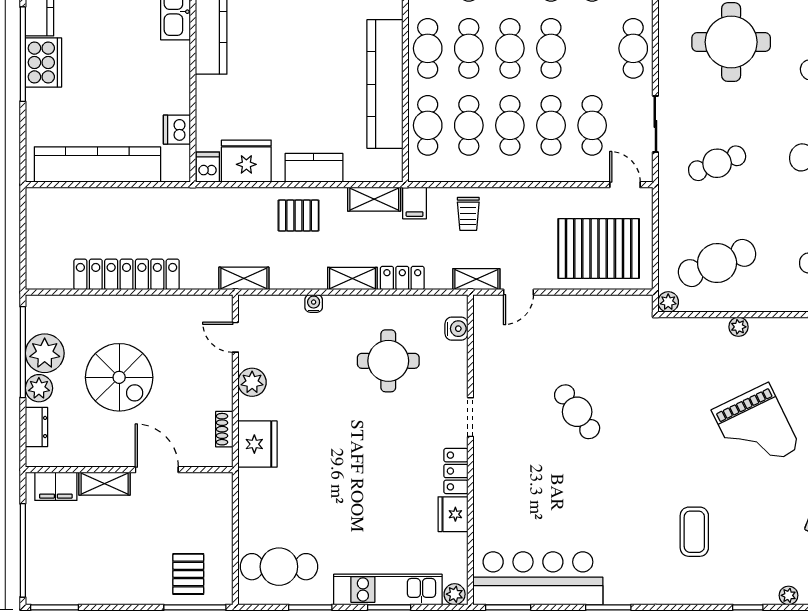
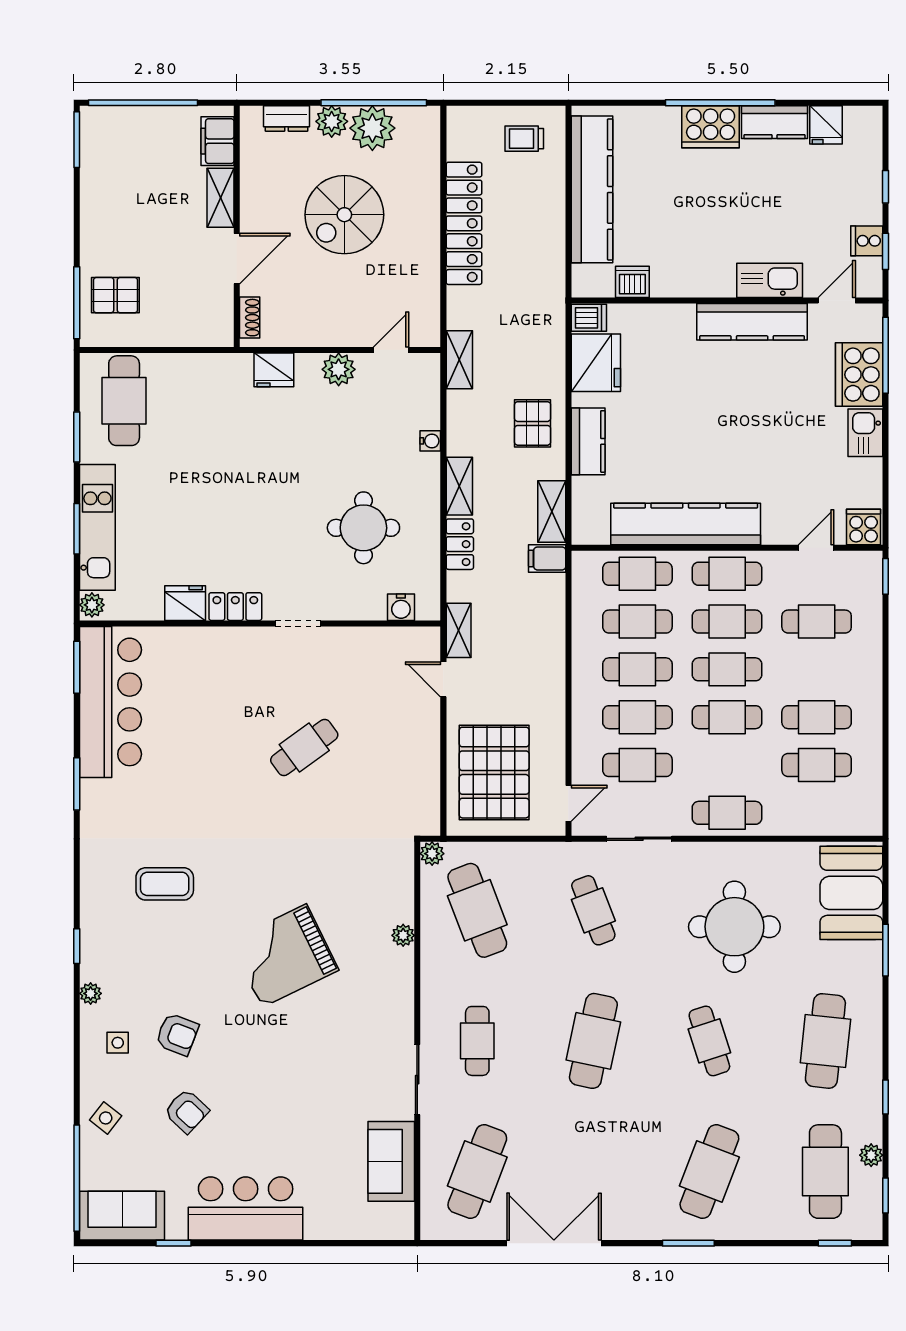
trolley: (468, 214) -> (524, 139), moved
shoe rack: (224, 429) -> (250, 318), moved, turned 90
fridge: (257, 444) -> (274, 370), width x0.73, depth x0.75

